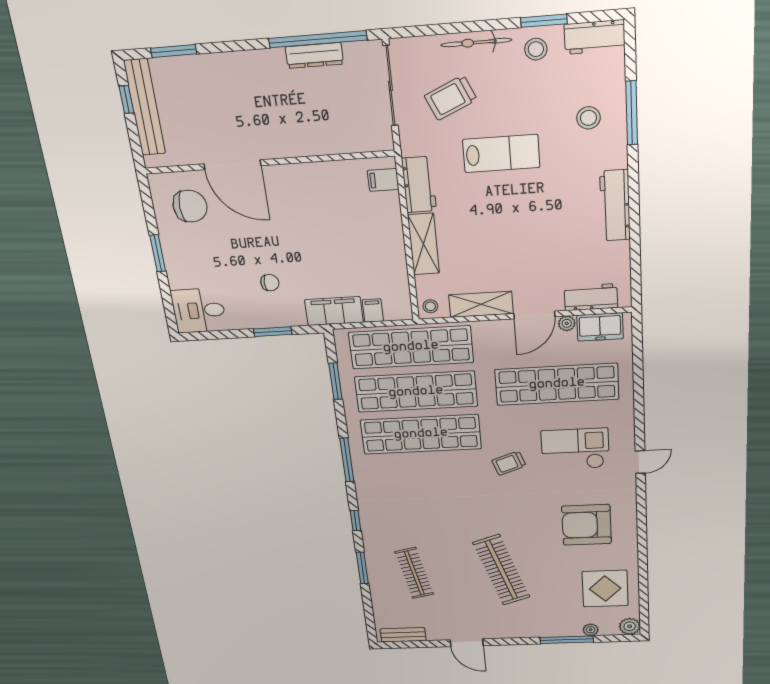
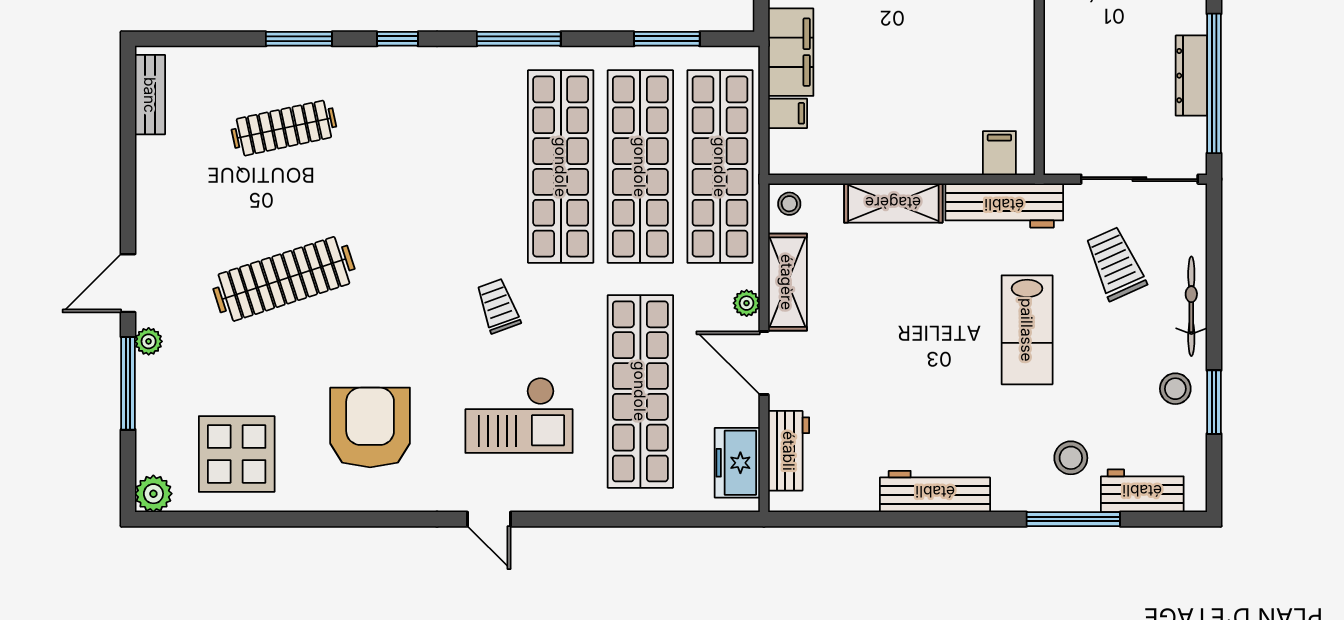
workbench: (595, 37) -> (1142, 491), moved, turned 90
workbench: (419, 185) -> (1004, 205), width x1.38
plant: (567, 323) -> (747, 303), moved
checkout: (575, 449) -> (519, 415), turned 90
plant: (591, 630) -> (149, 341), moved
door: (467, 643) -> (128, 283), moved

